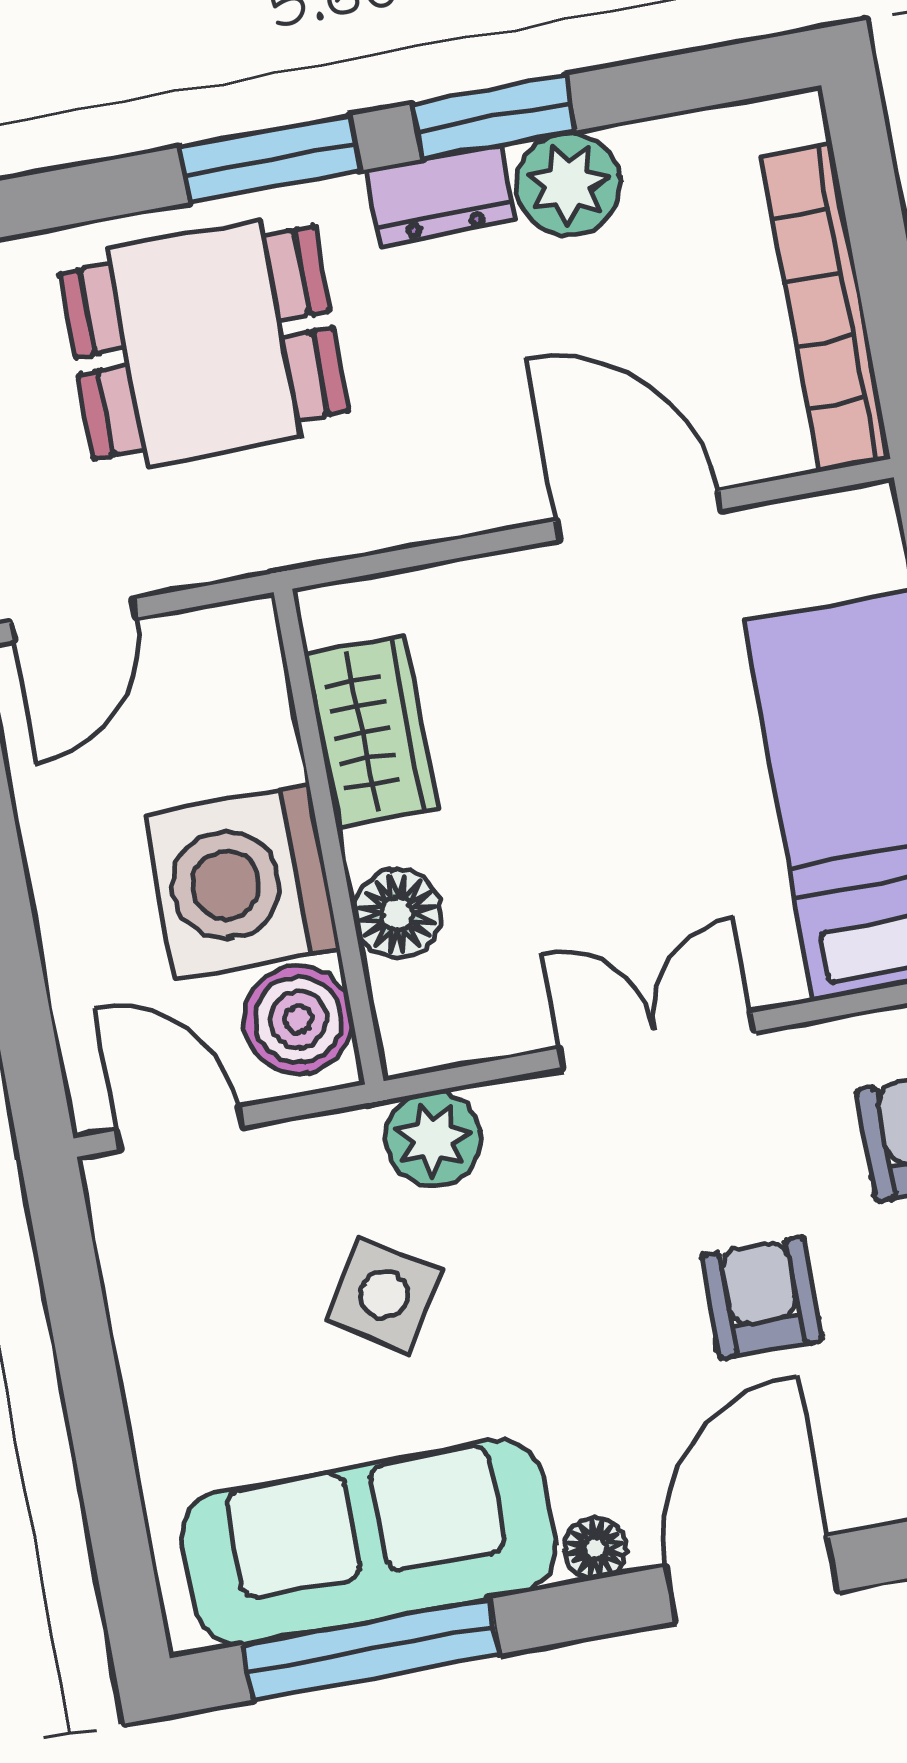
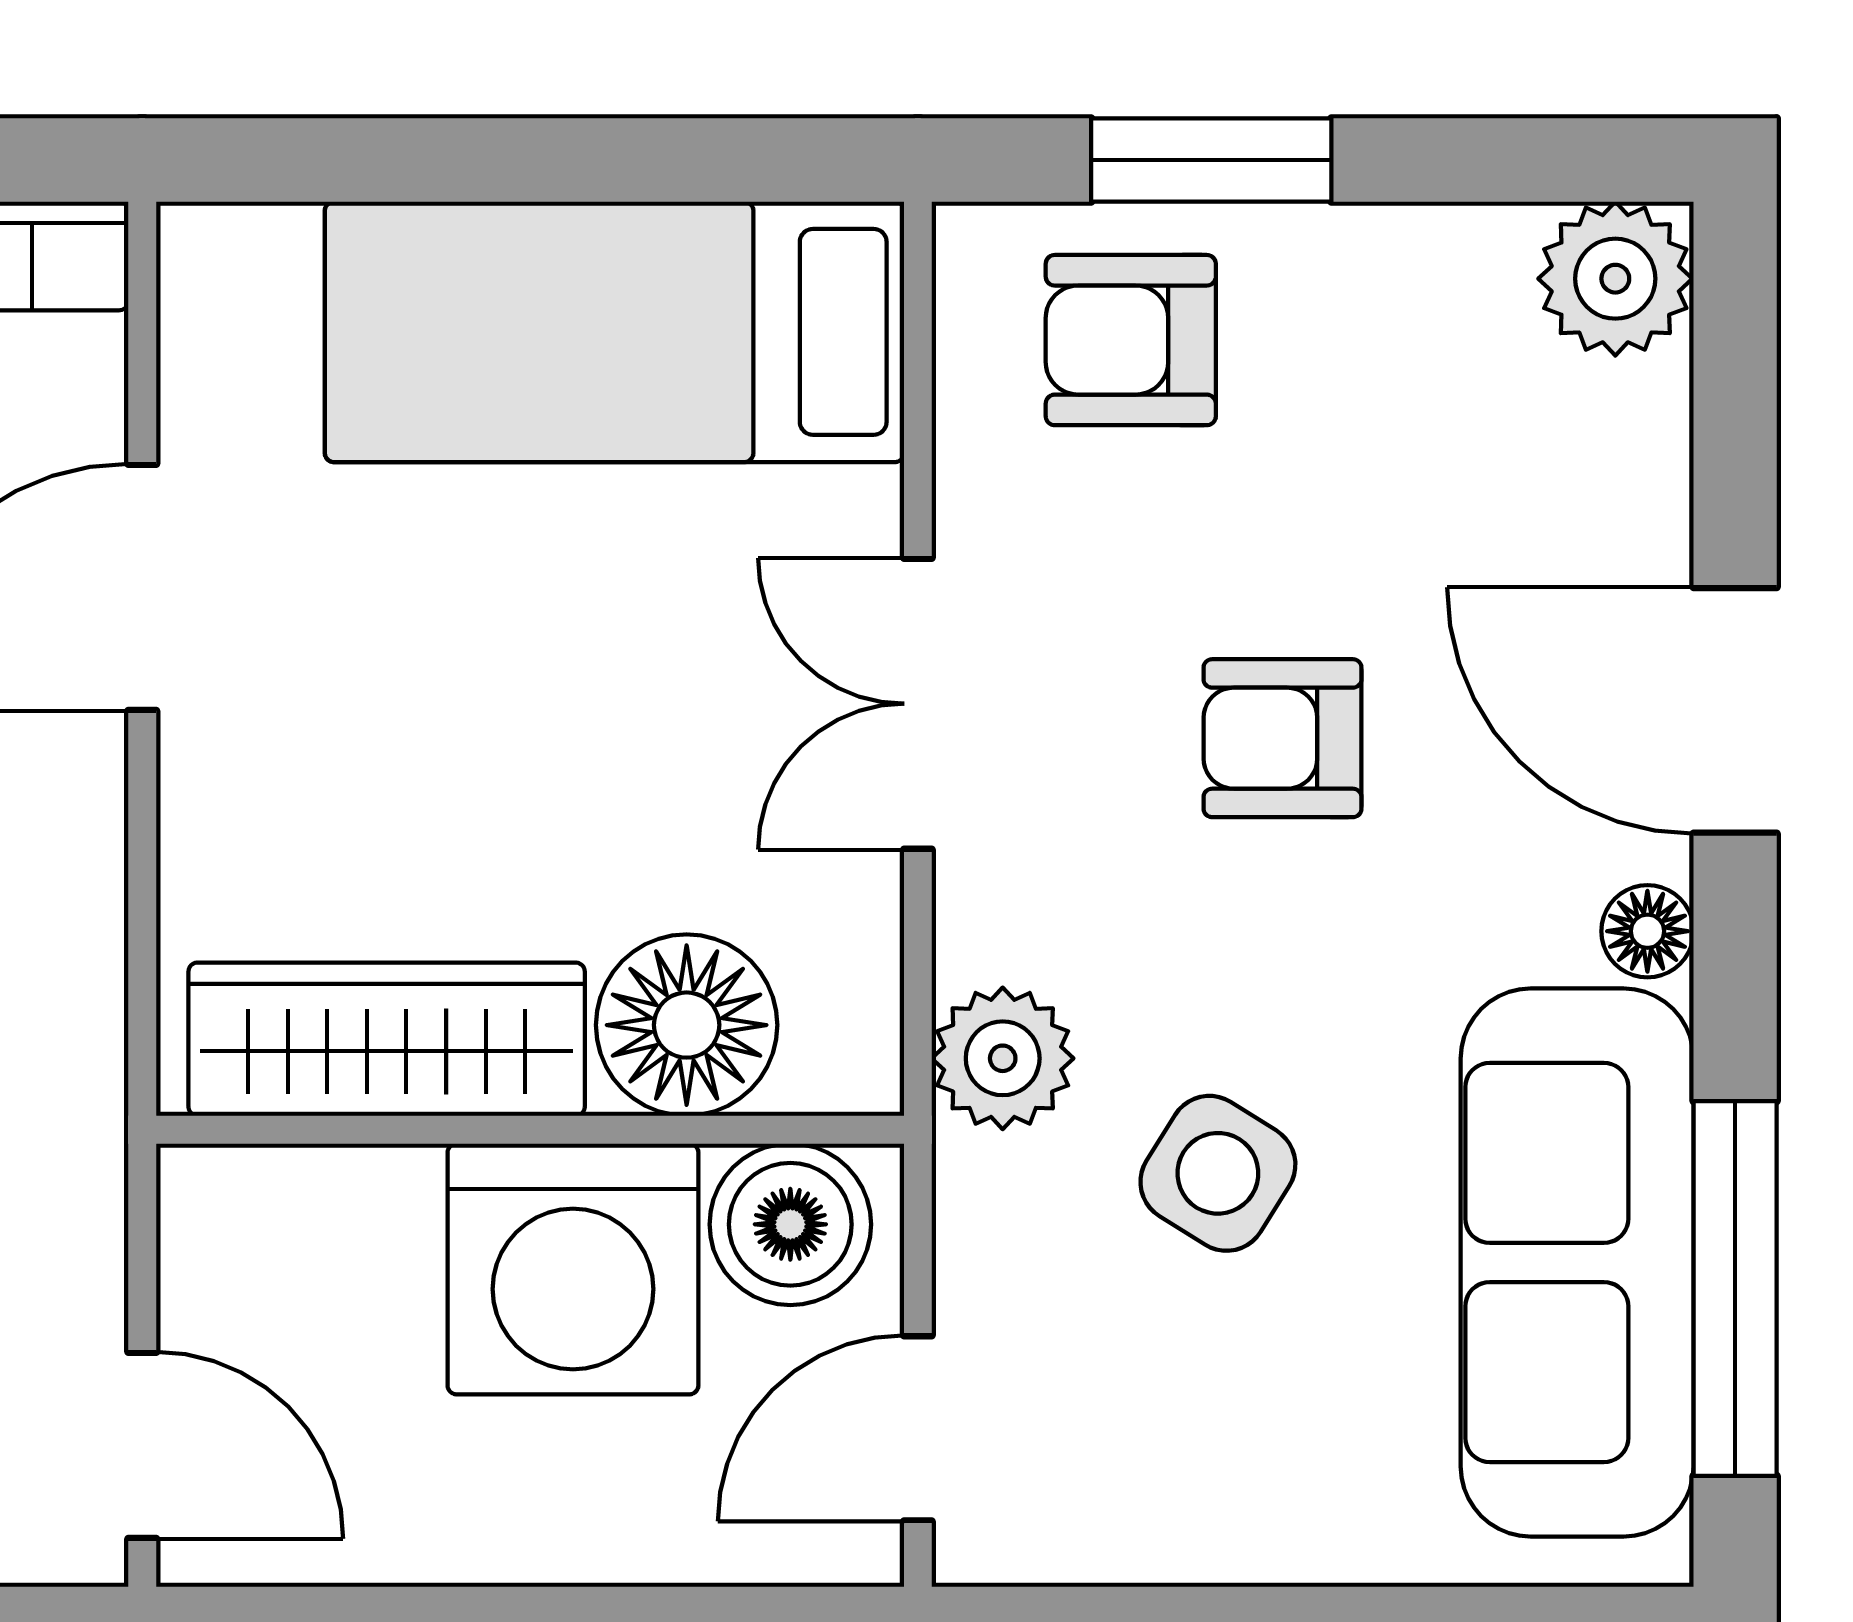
wardrobe: (371, 731) -> (387, 1039), width x1.50
floor lamp: (397, 914) -> (687, 1025), width x1.38, depth x1.38
armchair: (762, 1298) -> (1283, 738), moved

